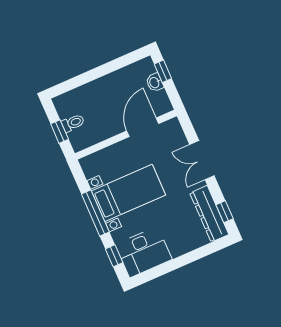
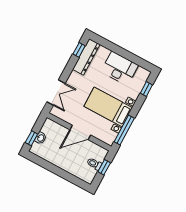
door: (143, 127) -> (80, 132), moved
double door: (202, 160) -> (56, 93), moved
window: (95, 213) -> (124, 130), moved
desk: (144, 252) -> (120, 68), moved

